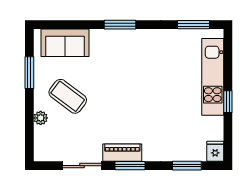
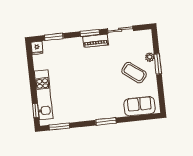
window: (29, 73) -> (158, 64), moved
window: (228, 102) -> (36, 111), moved

